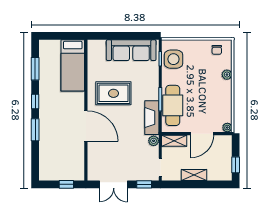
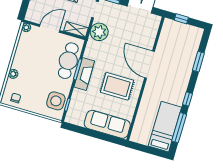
sofa: (131, 50) -> (107, 124), moved
bed: (73, 65) -> (165, 127), moved
window: (35, 69) -> (179, 128), width x1.44
fireplace: (152, 118) -> (84, 74), moved
window: (35, 130) -> (198, 62), moved
plant: (154, 141) -> (99, 32), width x1.88, depth x1.88

